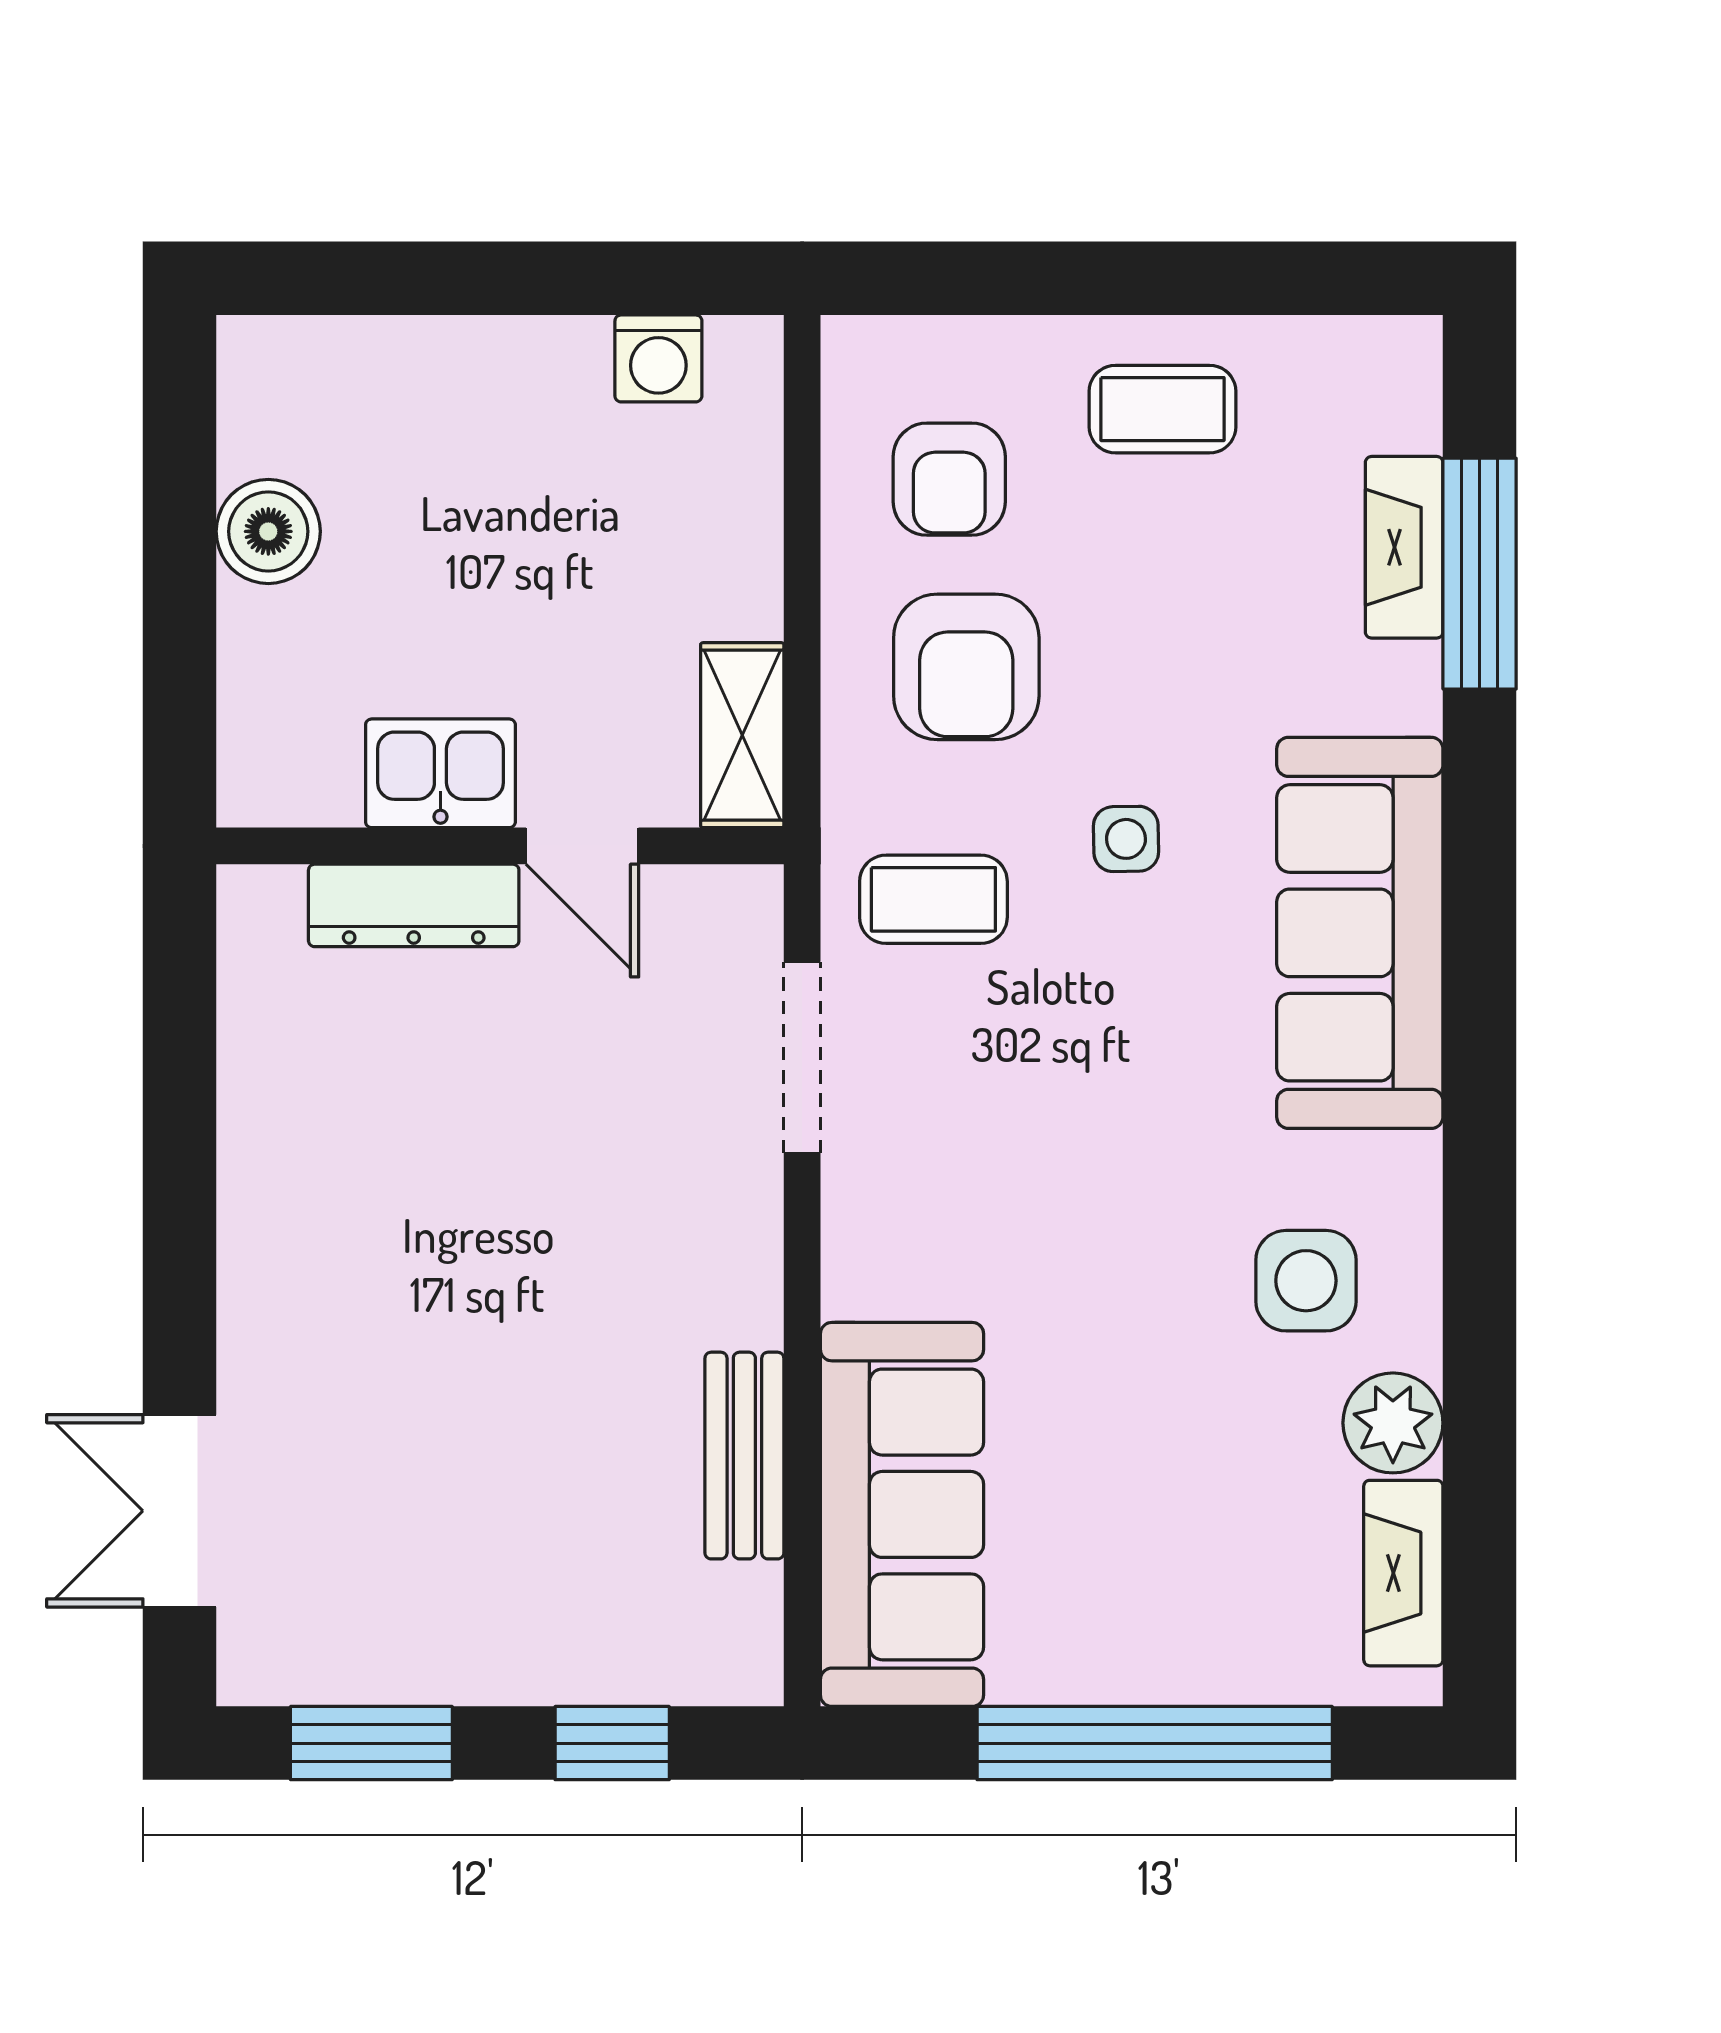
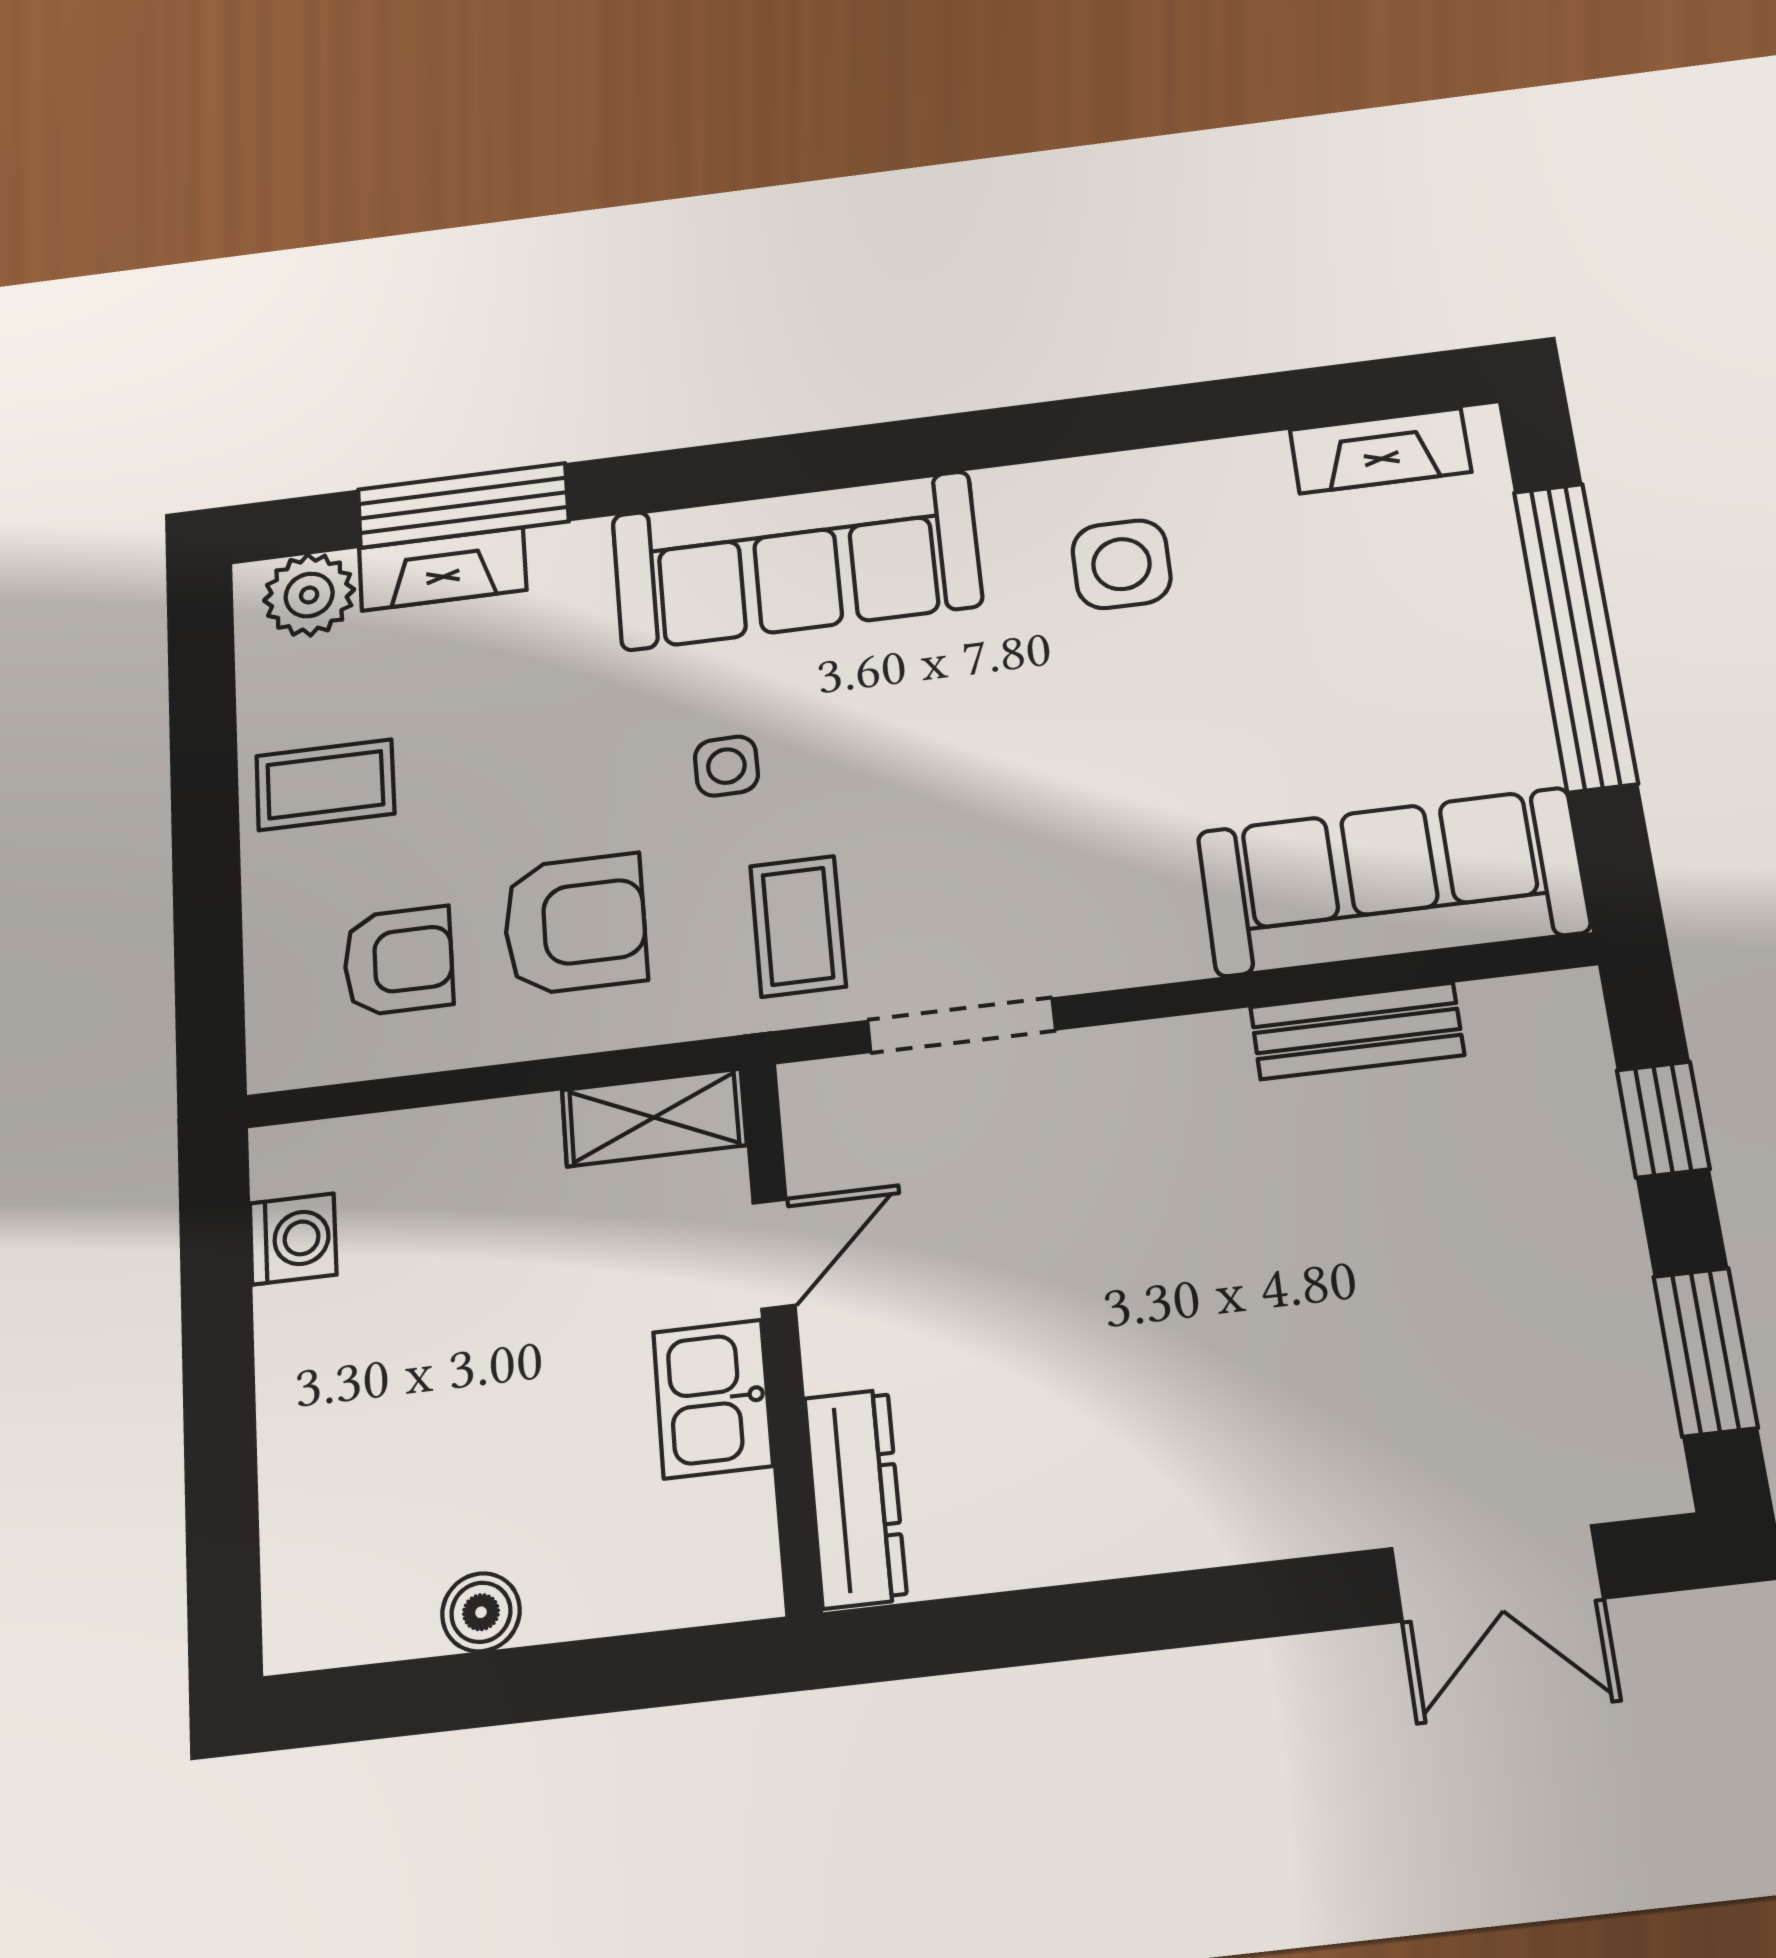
coffee table: (1163, 409) -> (325, 785), turned 90
boiler: (268, 531) -> (481, 1612), width x0.73, depth x0.73
dresser: (414, 905) -> (855, 1498), moved
plant: (1393, 1423) -> (309, 595), moved

